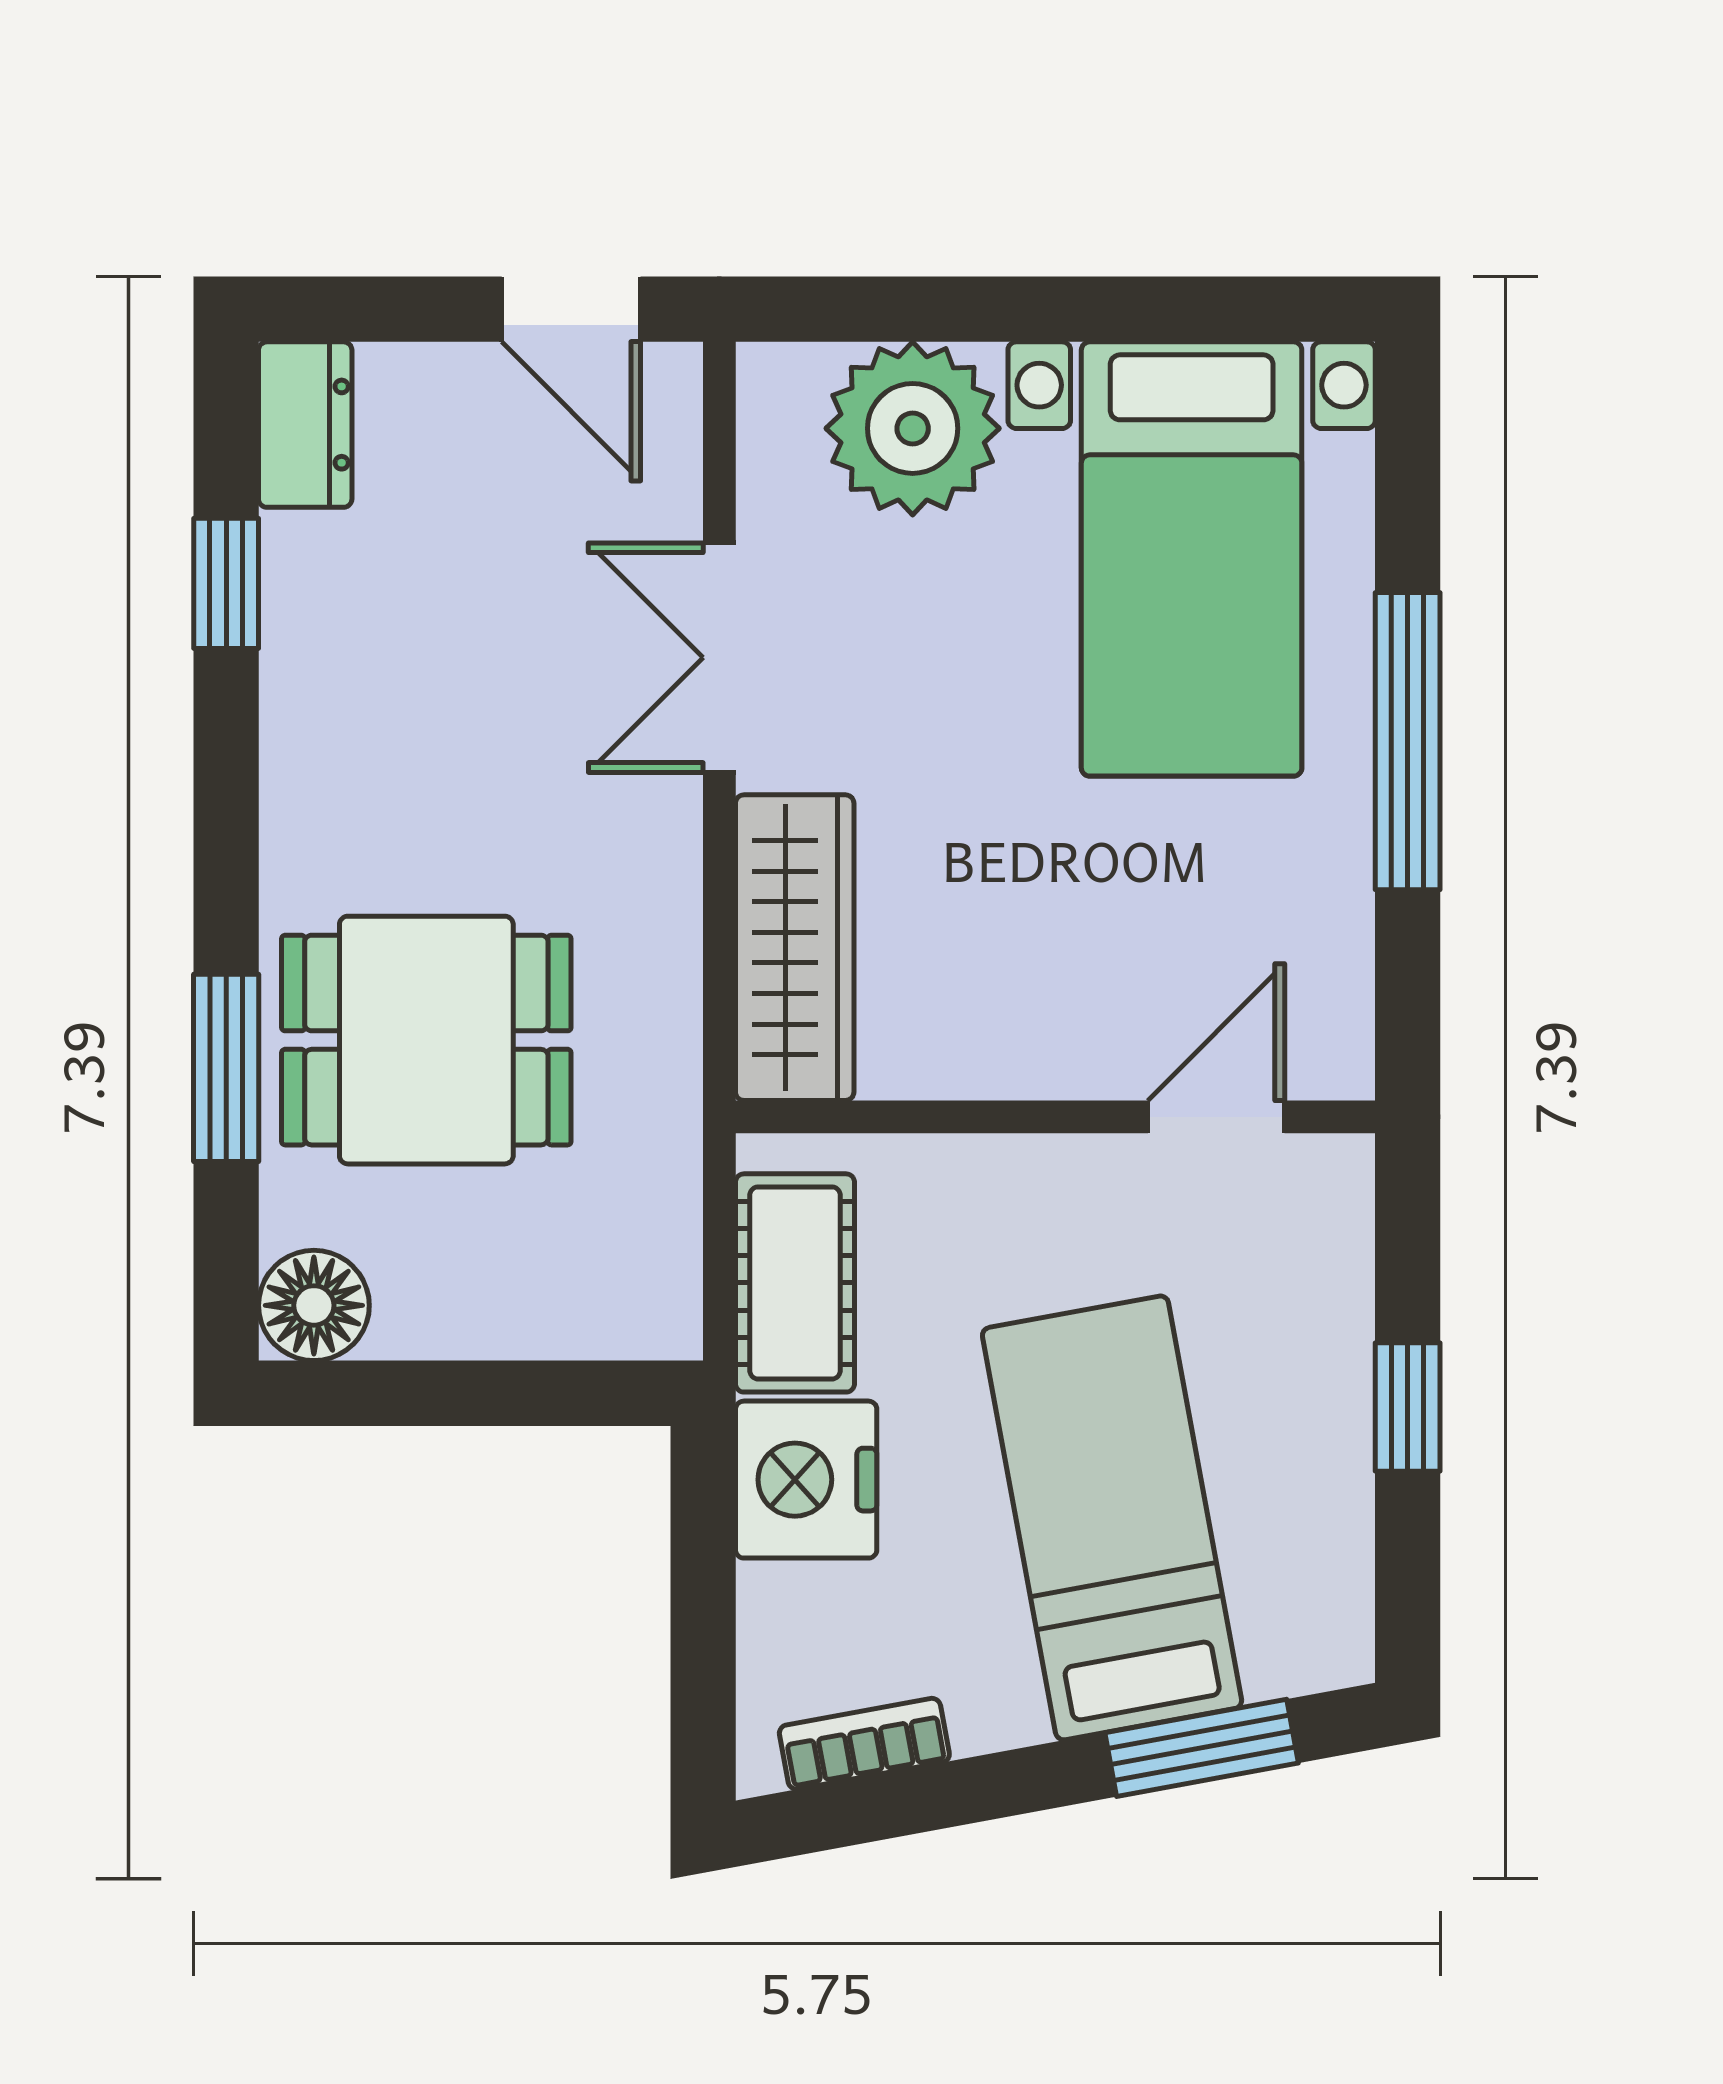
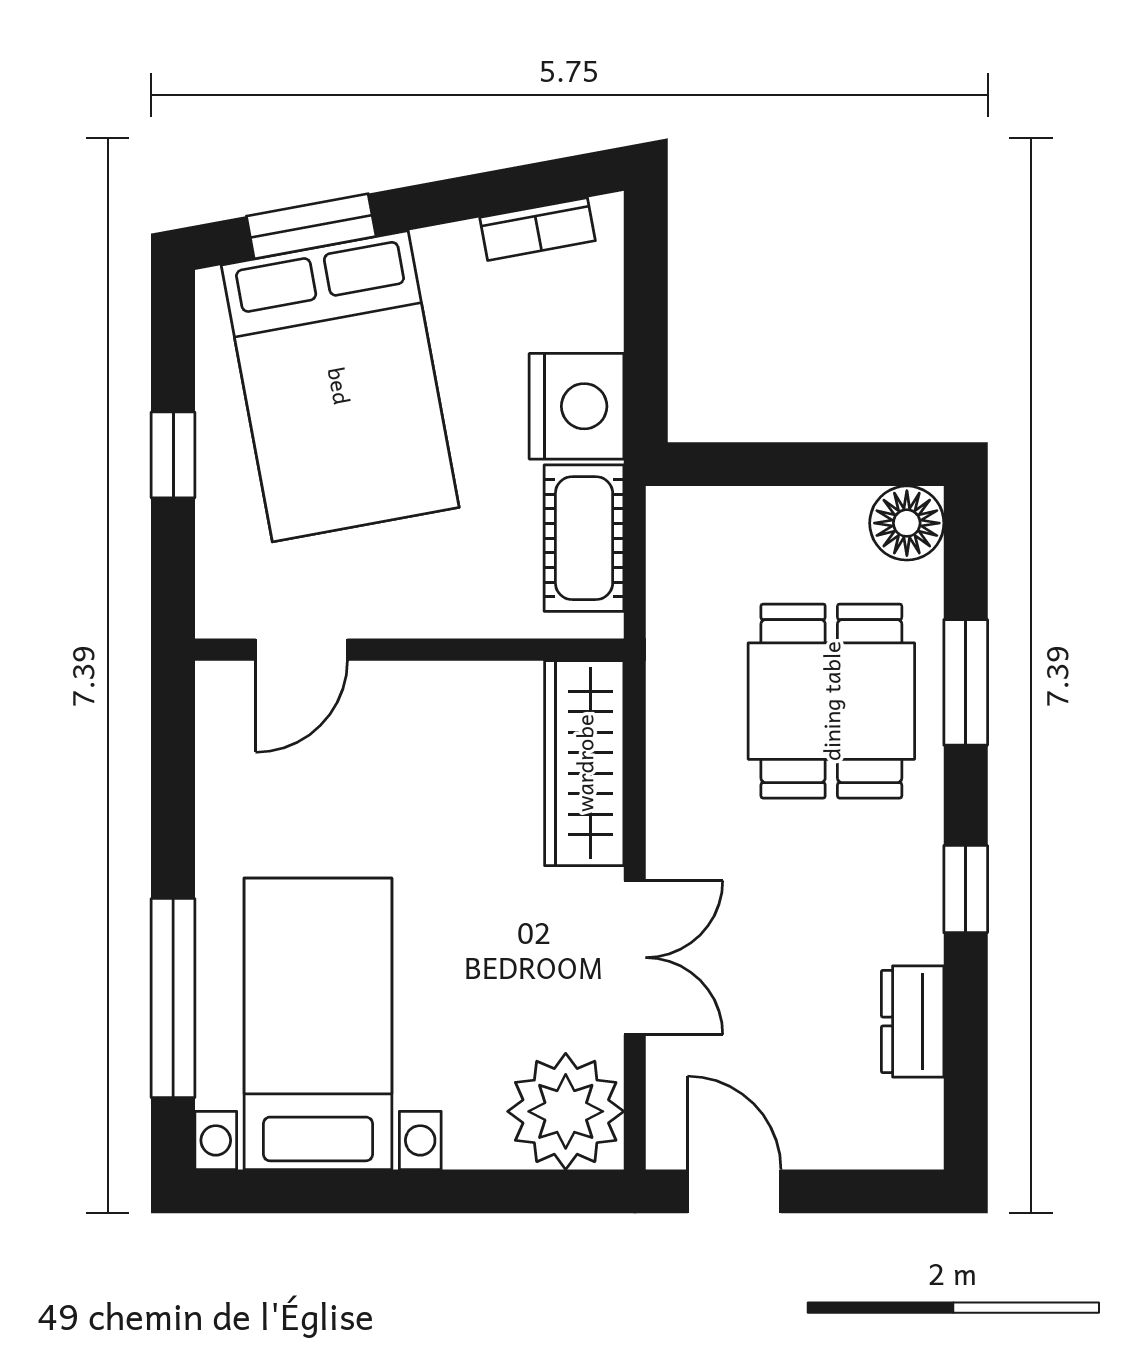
dresser: (305, 425) -> (913, 1021), moved
plant: (913, 428) -> (566, 1111), moved
window: (226, 583) -> (966, 889), moved
window: (1408, 741) -> (173, 998), moved
dining table: (426, 1040) -> (831, 701), turned 90
bed: (1112, 1518) -> (340, 386), width x1.50

